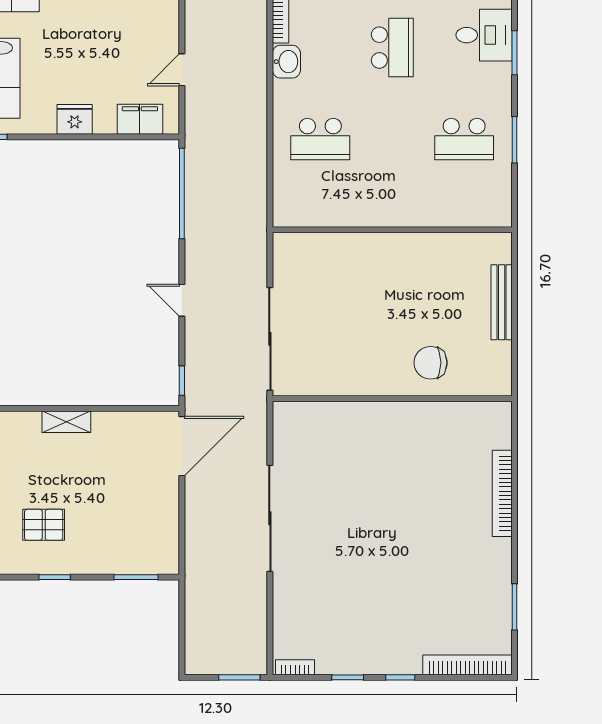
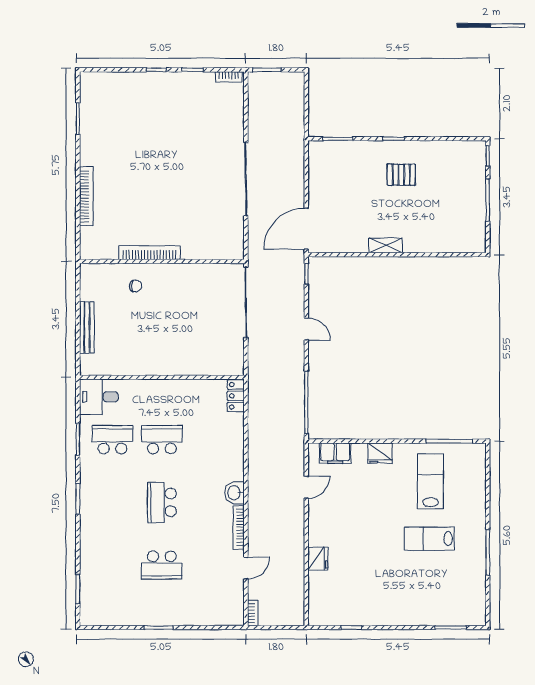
desk: (484, 35) -> (99, 397), moved
school desk: (320, 139) -> (162, 440), moved
locker: (285, 203) -> (236, 396), added
chair: (431, 363) -> (136, 286), width x0.54, depth x0.54
bookcase: (468, 665) -> (149, 253), moved, turned 180

